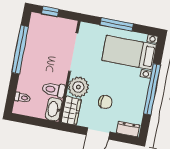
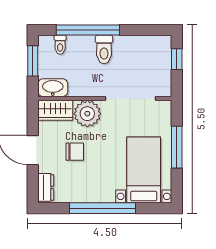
window: (20, 50) -> (88, 30), moved
toilet: (53, 90) -> (104, 49), moved, turned 180
chair: (105, 102) -> (75, 152), turned -90
window: (31, 120) -> (33, 61), added

